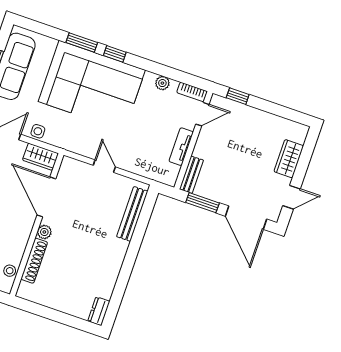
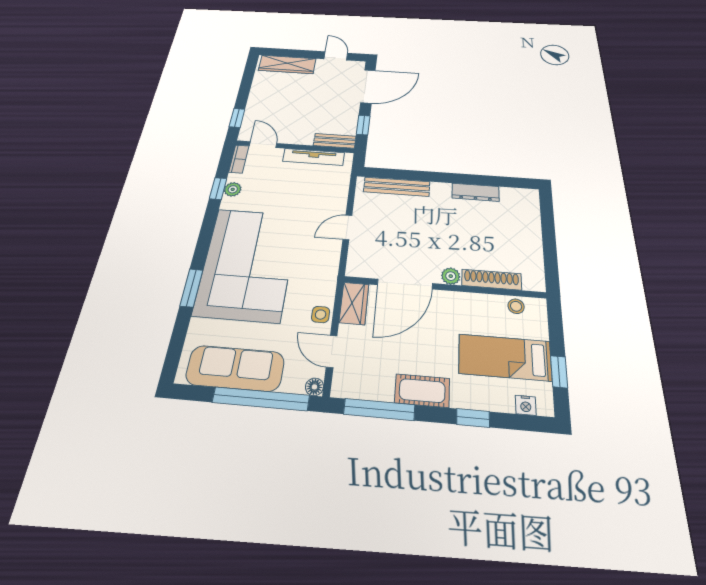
window: (115, 54) -> (218, 189), moved
tv unit: (181, 147) -> (314, 157), width x1.41
wardrobe: (289, 159) -> (287, 64), width x1.50
window: (202, 203) -> (363, 125), width x0.67
dresser: (99, 311) -> (475, 192), moved, width x1.44

